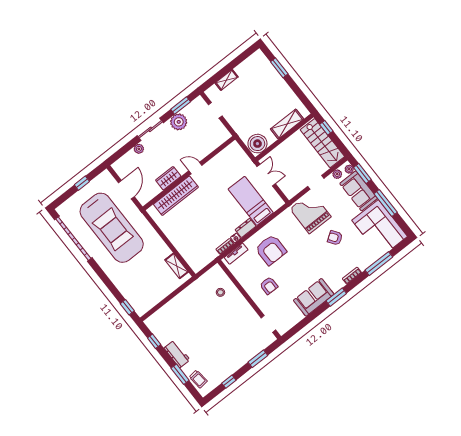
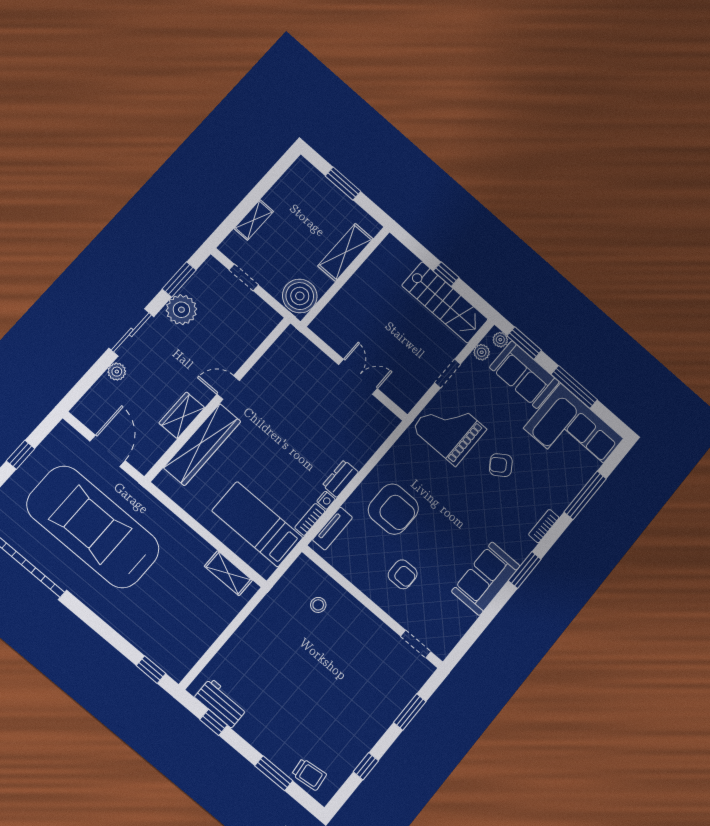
shelving: (287, 124) -> (345, 252), moved
wall: (284, 137) -> (345, 276), moved
boiler: (257, 144) -> (300, 296), moved
bed: (251, 201) -> (257, 524), moved
car: (112, 228) -> (93, 527), turned 180
workbench: (177, 354) -> (221, 703), moved

